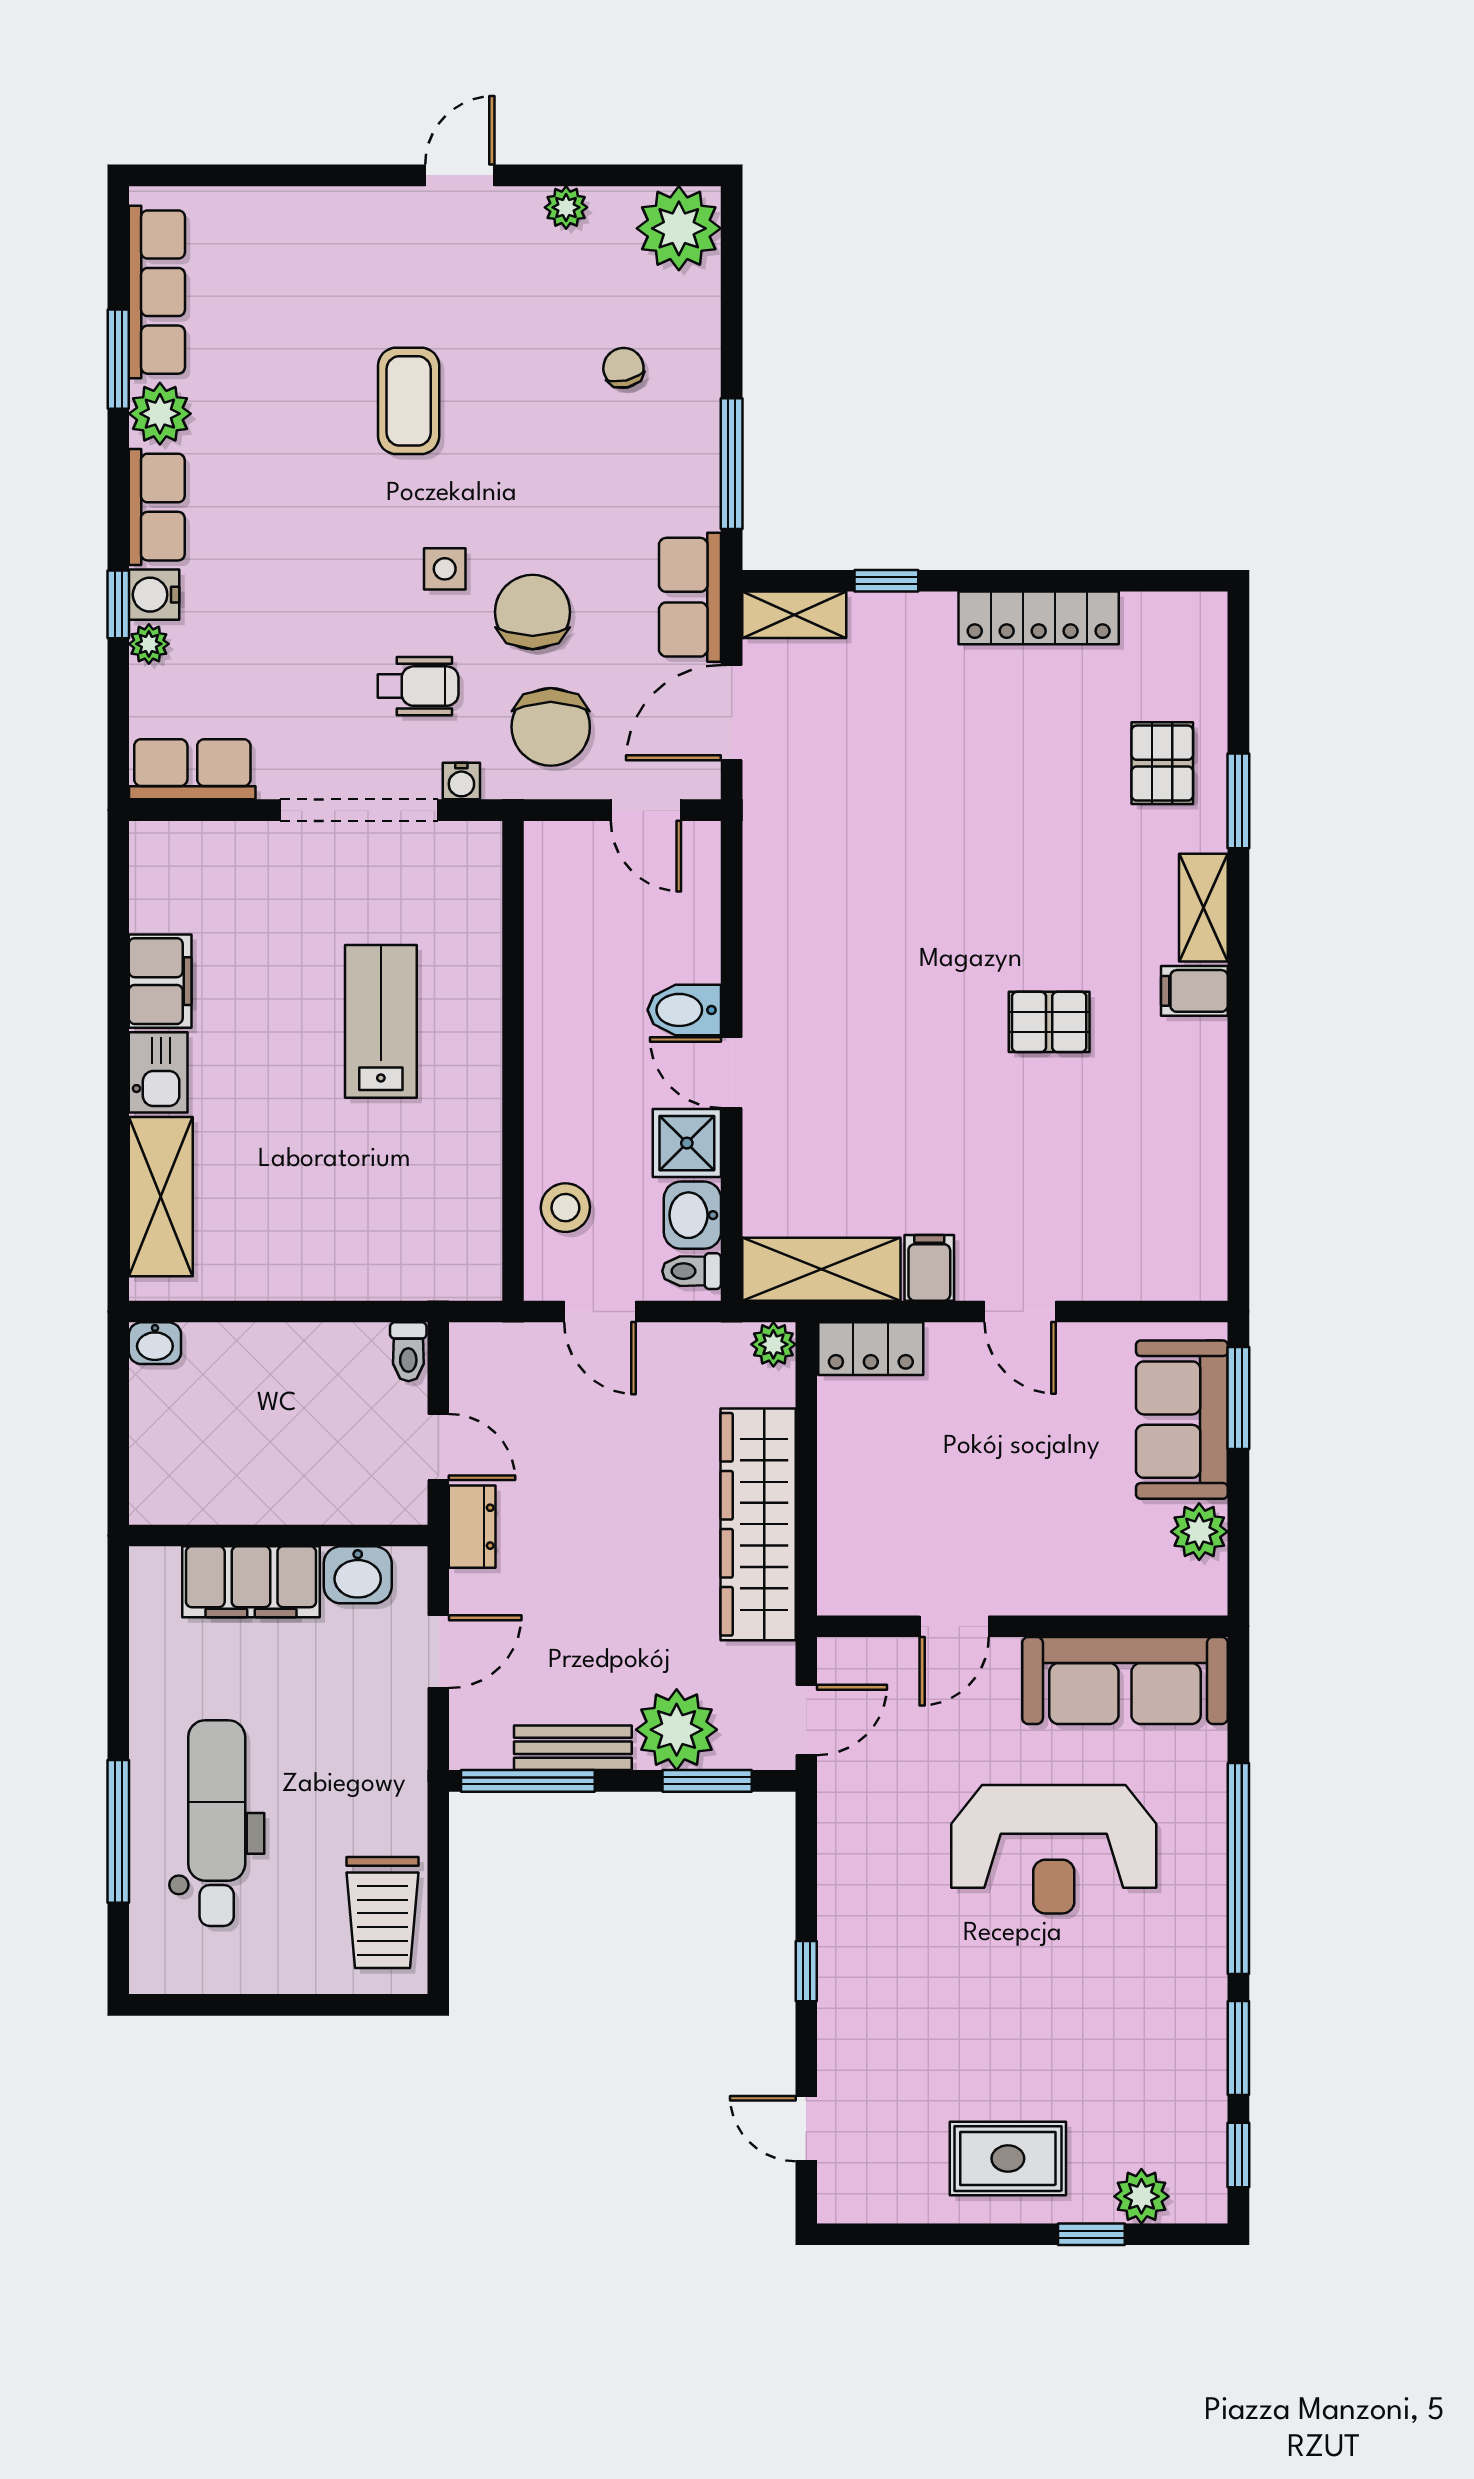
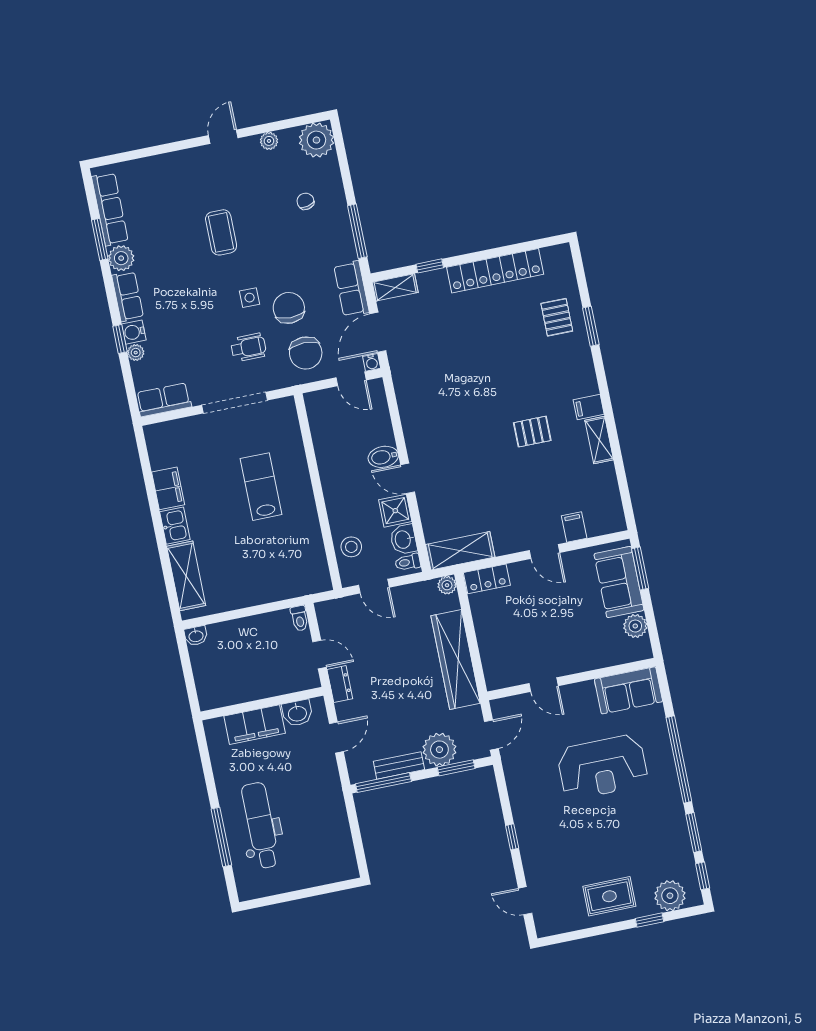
locker: (1039, 618) -> (495, 271), width x1.41, depth x1.21
water cooler: (461, 781) -> (372, 362), moved
shelving: (1203, 908) -> (599, 440), moved
filing cabinet: (929, 1268) -> (574, 527), moved
door: (954, 1626) -> (544, 685), hinge flipped
sofa: (1125, 1680) -> (628, 690), width x0.73
trolley: (382, 1913) -> (335, 848), removed
plant: (1141, 2196) -> (670, 896), width x1.36, depth x1.36

